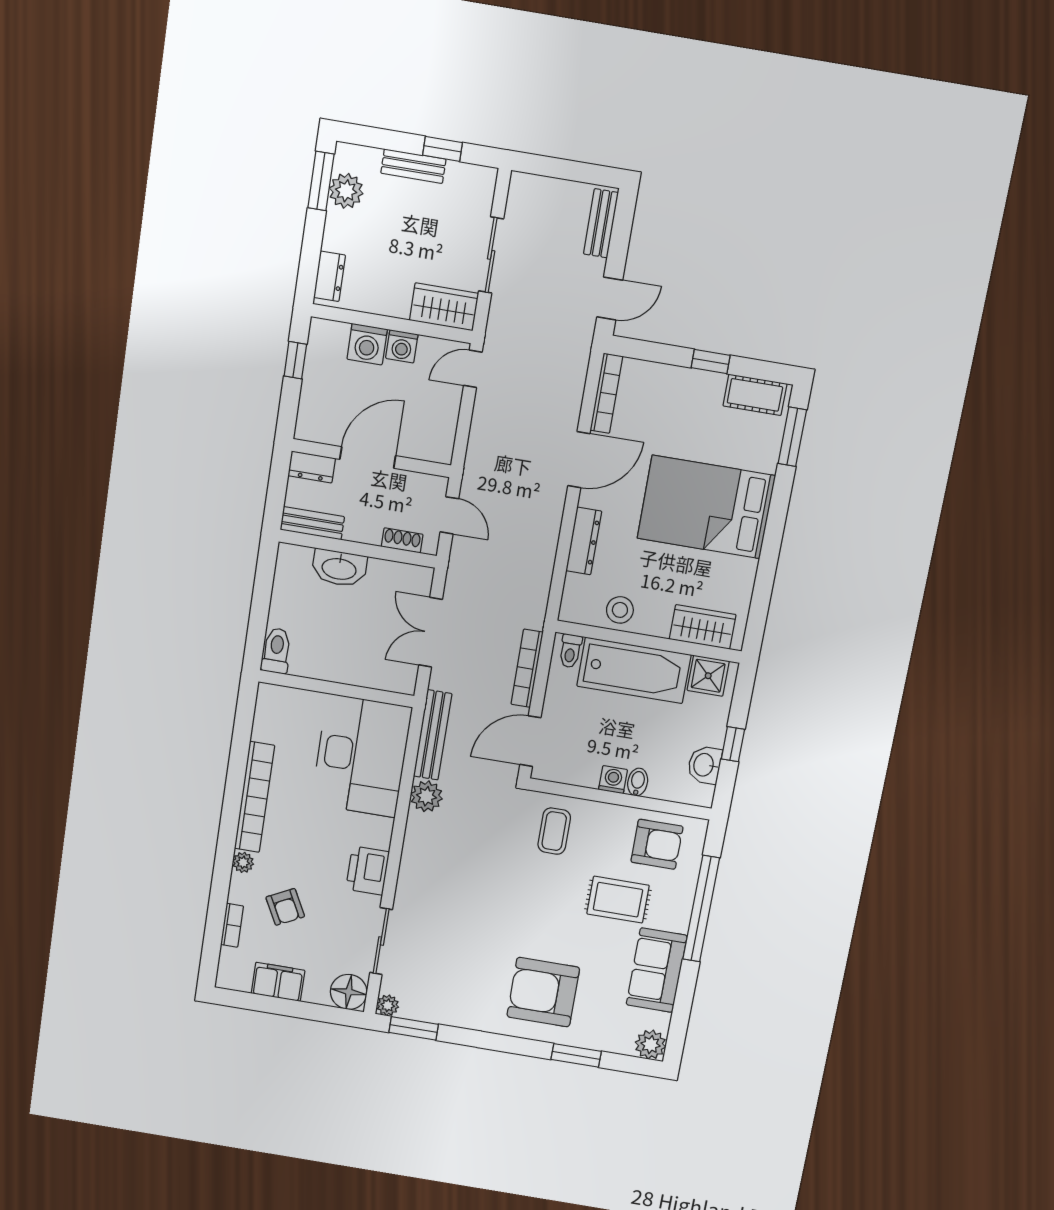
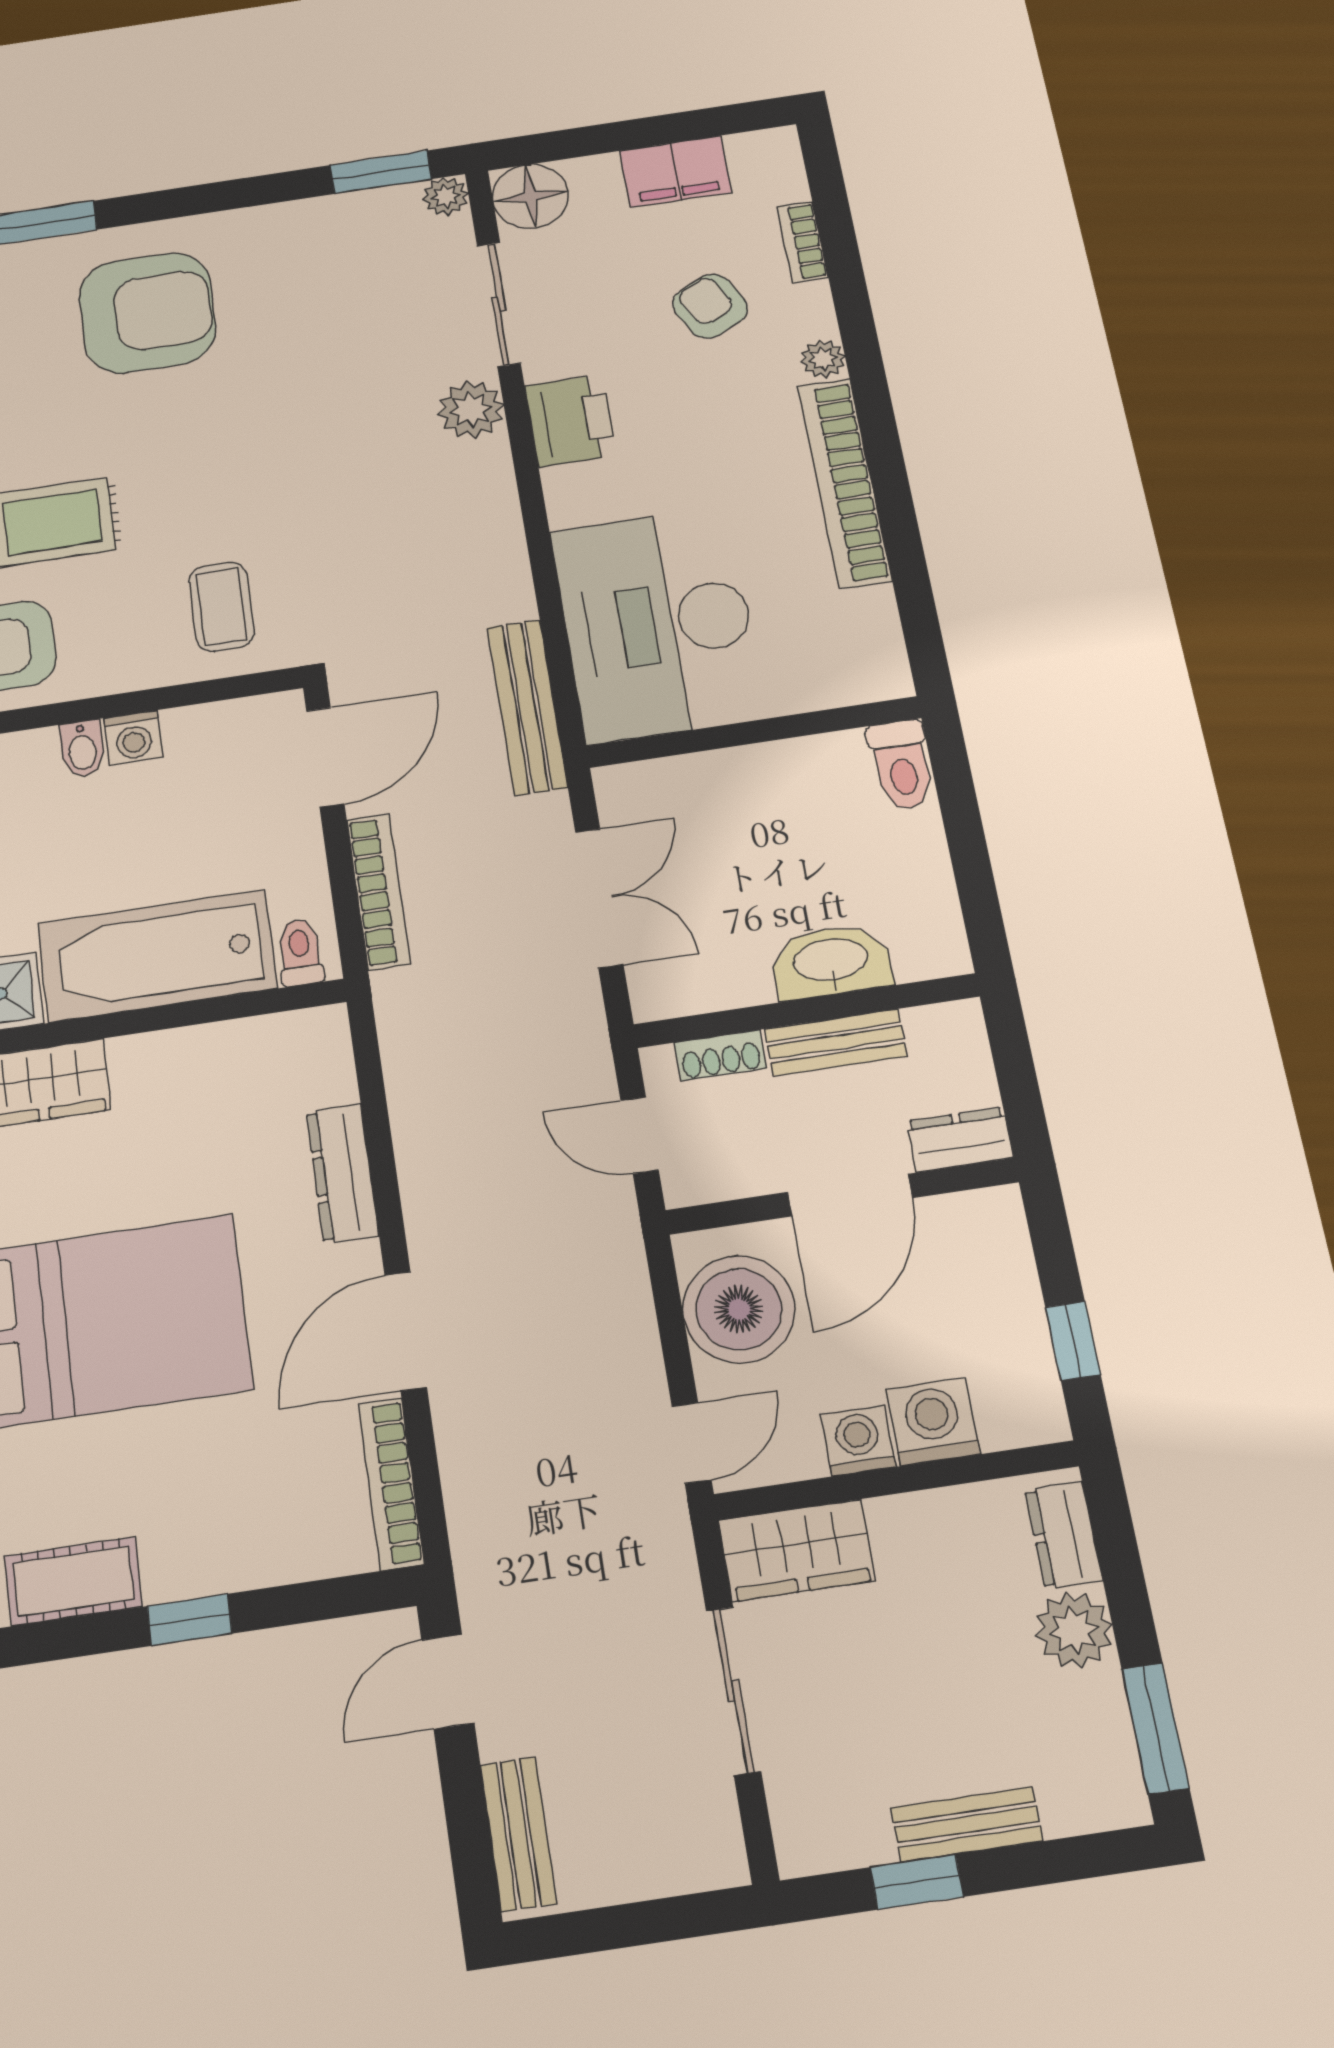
plant: (346, 191) -> (1074, 1630), moved
boiler: (433, 422) -> (739, 1309), added
bench: (312, 523) -> (836, 1043), moved
stool: (620, 610) -> (223, 1063), removed
plant: (426, 796) -> (471, 410), moved

